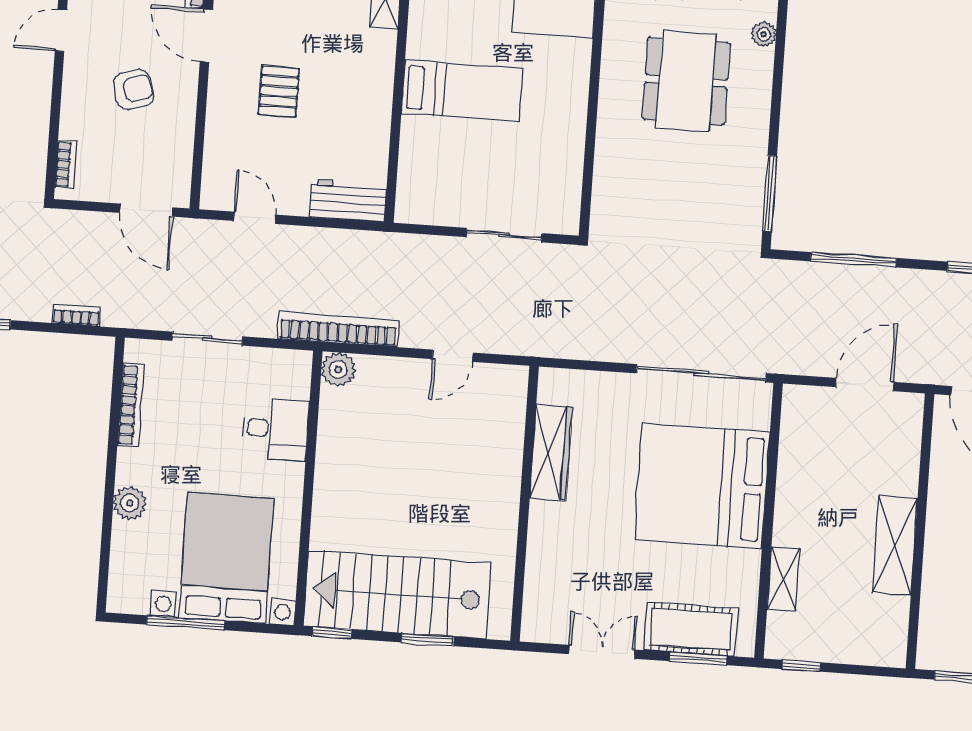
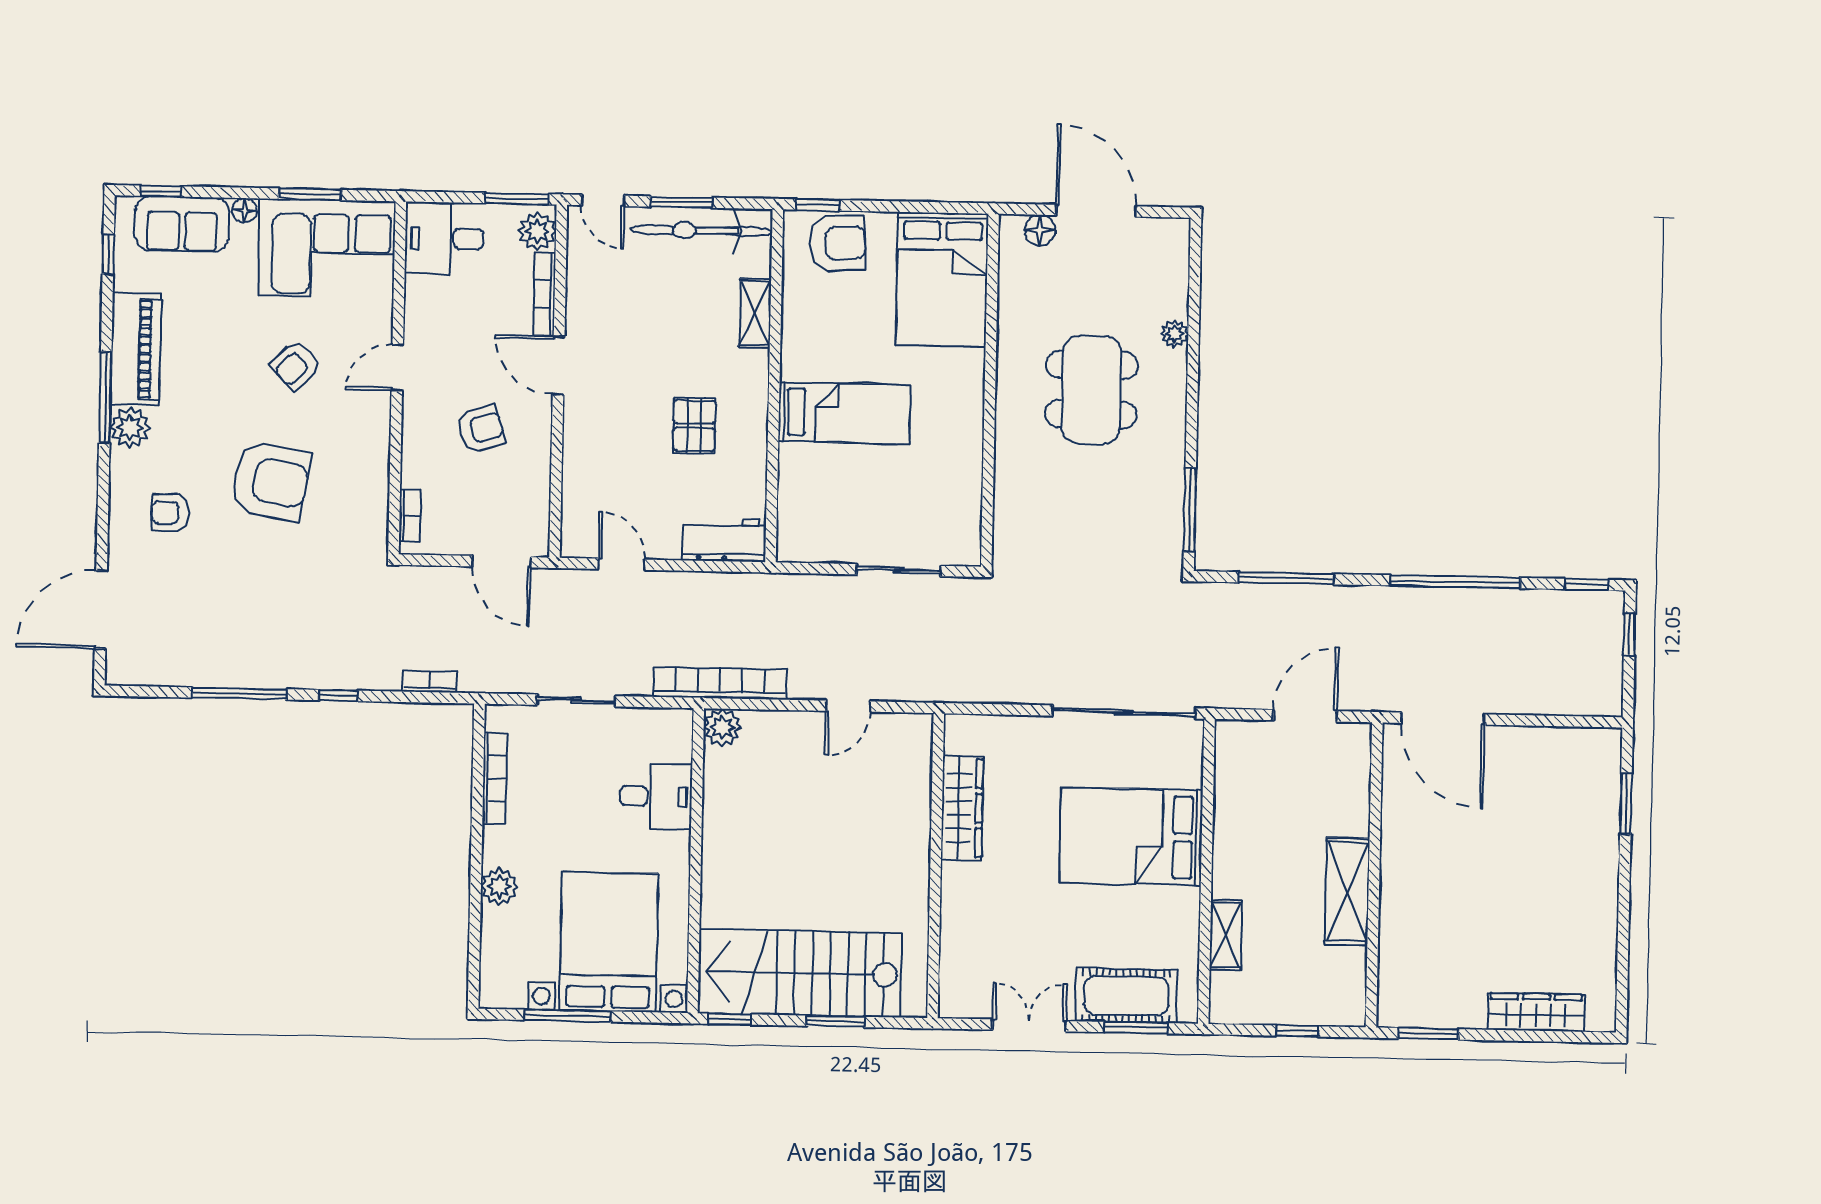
pallet: (279, 91) -> (694, 426), moved
bed: (702, 486) -> (1131, 837), width x0.73
window: (801, 666) -> (1297, 1031), moved

